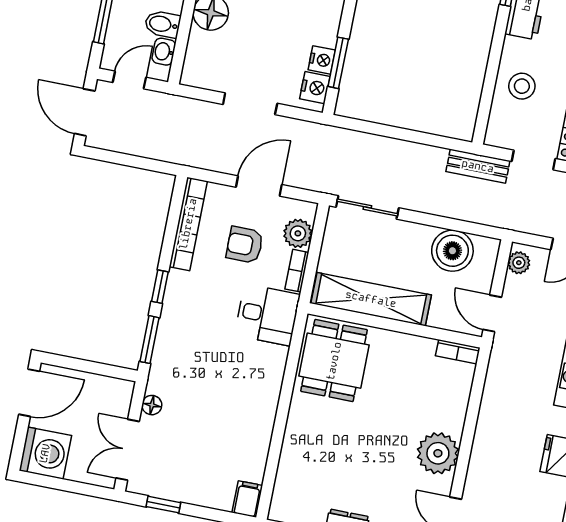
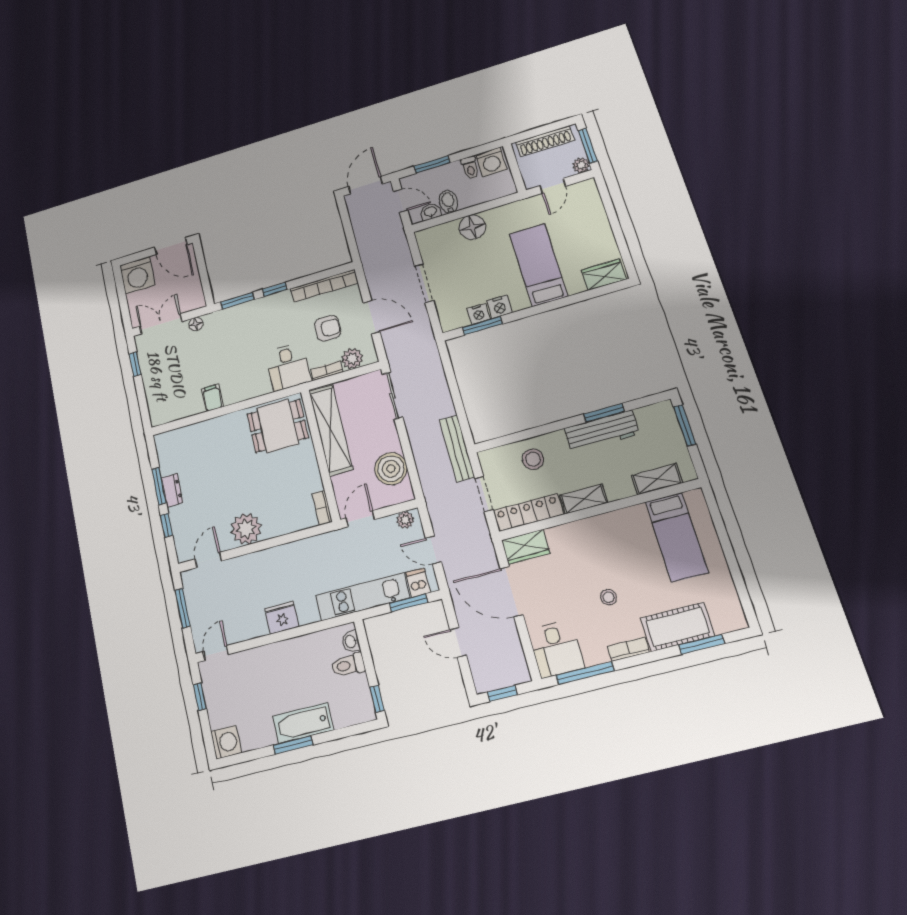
nightstand: (315, 88) -> (499, 307), moved
bench: (478, 166) -> (457, 448), width x1.36
armchair: (245, 245) -> (328, 328), turned 90
filing cabinet: (247, 499) -> (212, 398), moved, turned -90

